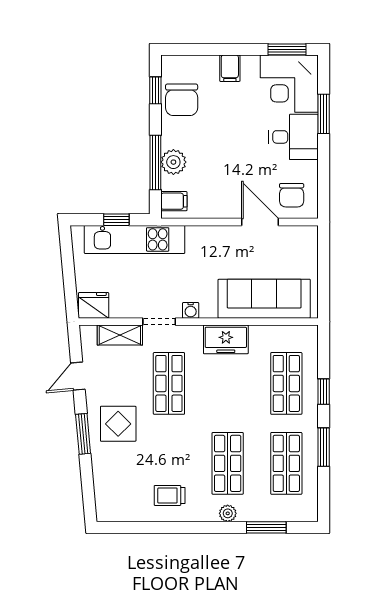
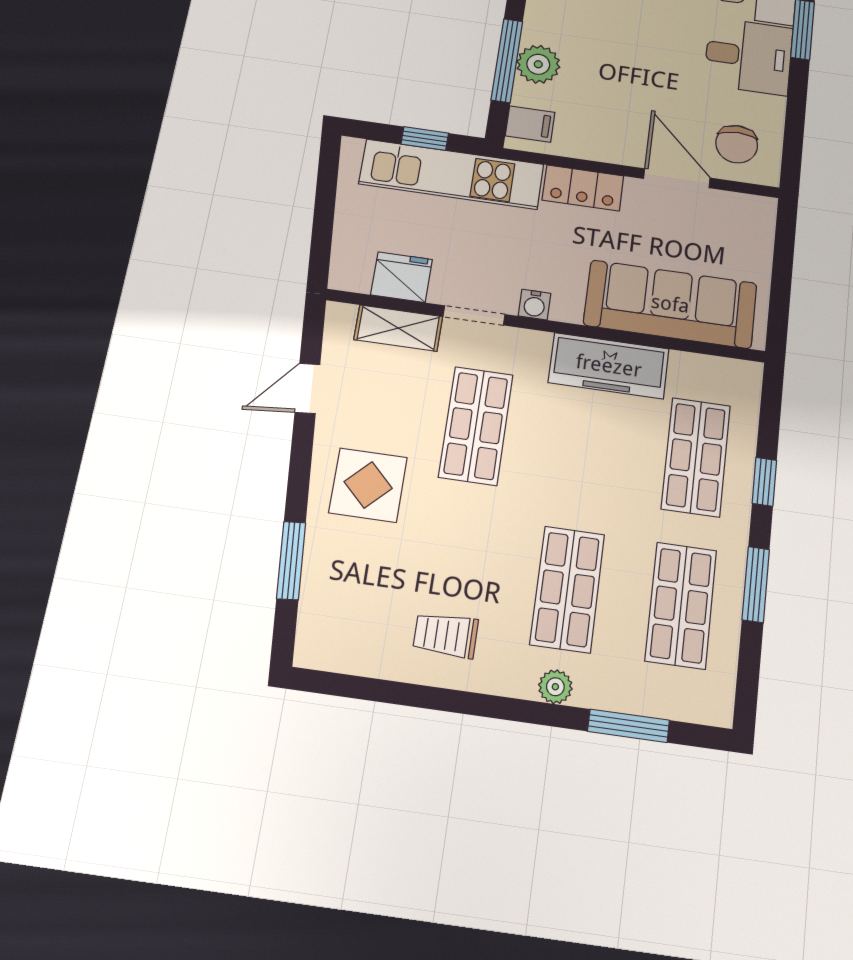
locker: (208, 236) -> (583, 188), added
fridge: (94, 305) -> (402, 277), moved
freezer: (226, 339) -> (609, 366), width x1.40
window: (83, 434) -> (291, 561), moved

